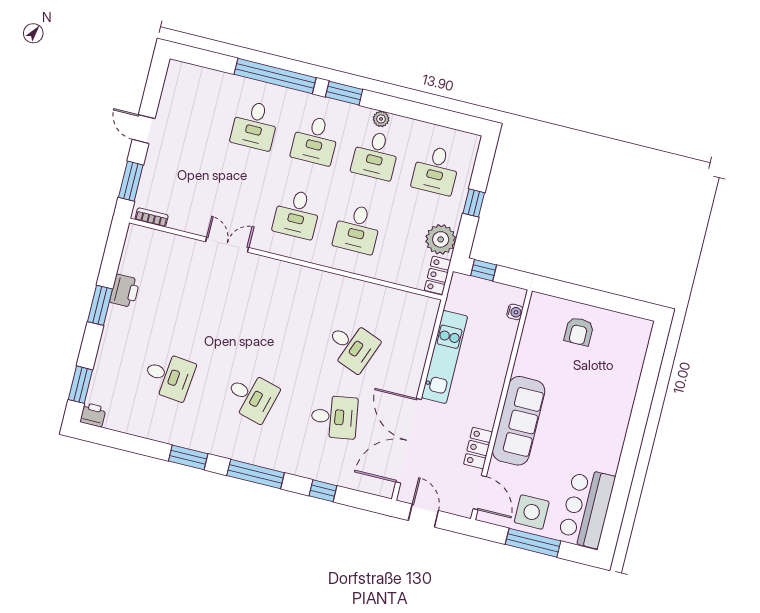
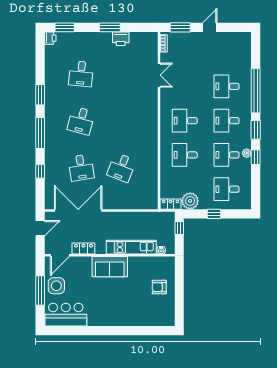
window: (392, 105) -> (256, 157), added
double door: (227, 245) -> (159, 75), moved
kitchen unit: (445, 357) -> (131, 247), moved, turned 180
sofa: (519, 421) -> (110, 267), width x0.73

